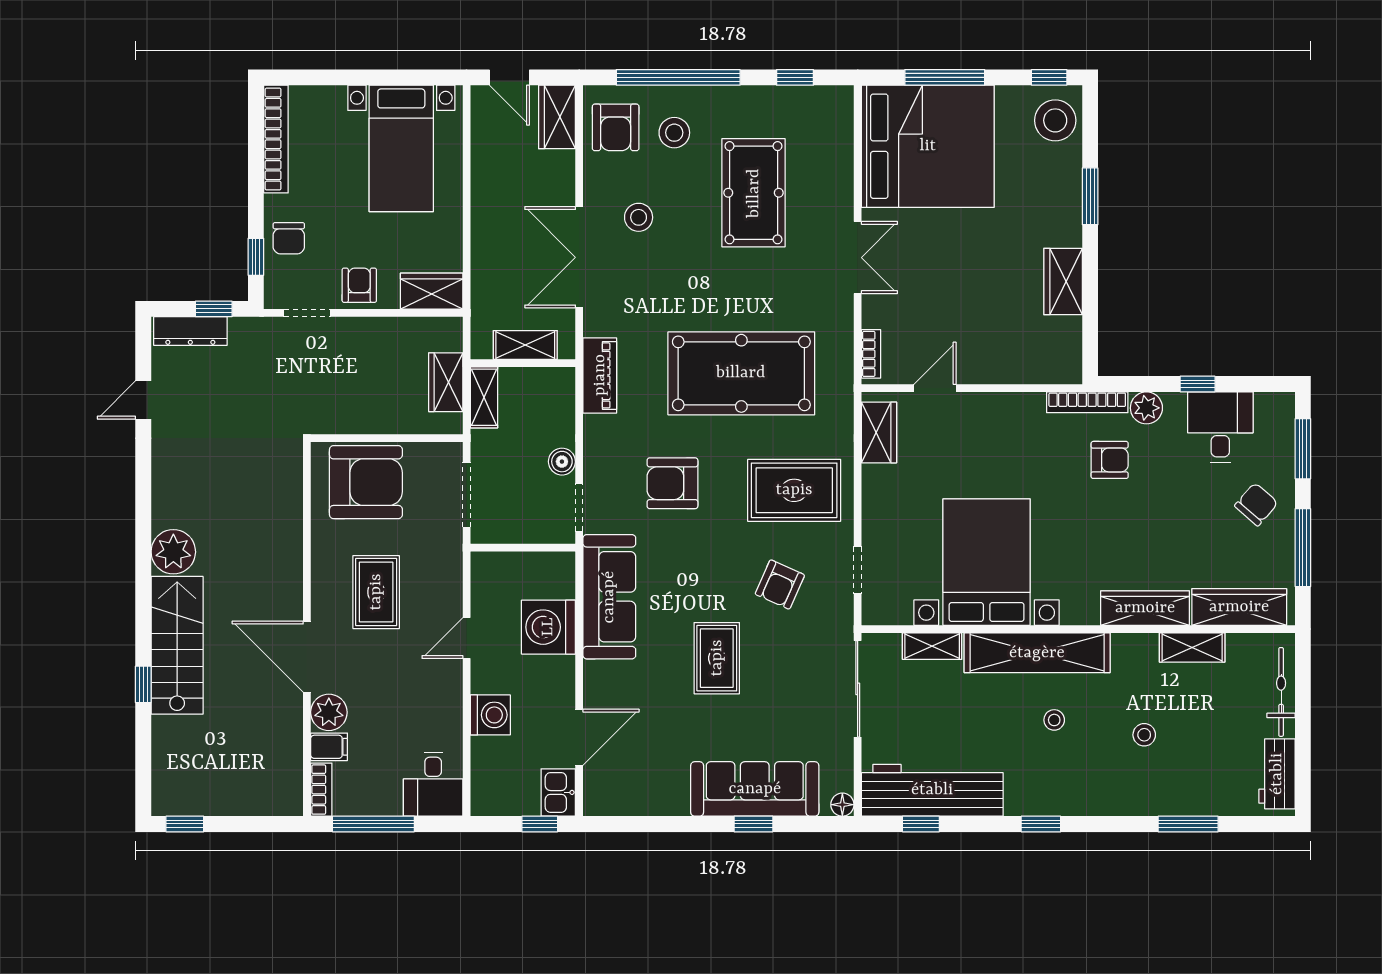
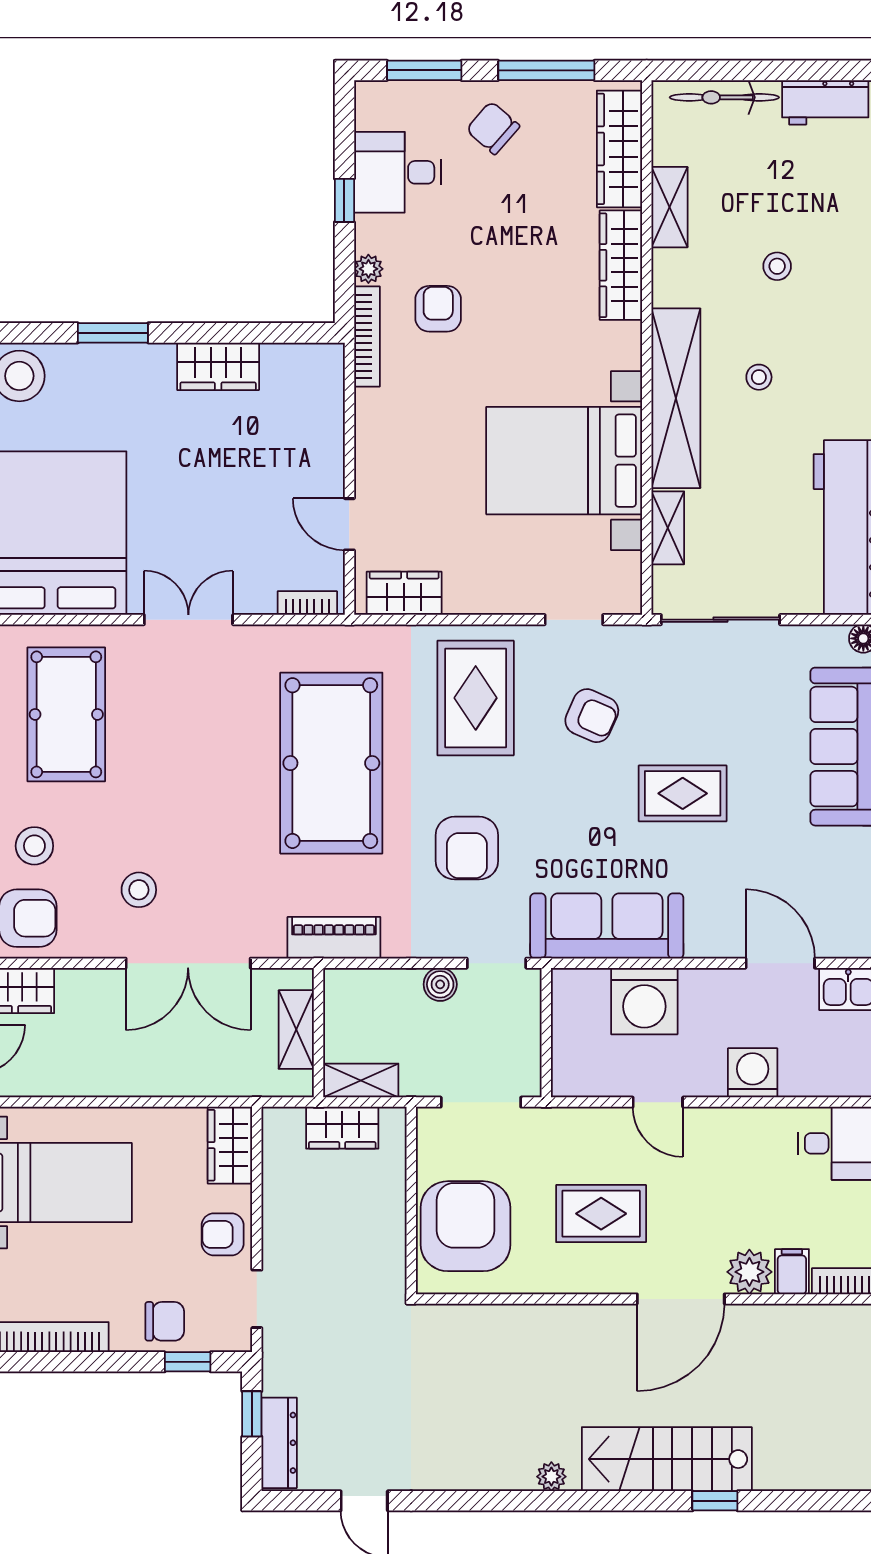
pool table: (754, 193) -> (66, 714), moved, turned 90
plant: (1146, 408) -> (368, 269), width x0.73, depth x0.73
plant: (173, 552) -> (551, 1477), width x0.53, depth x0.53

